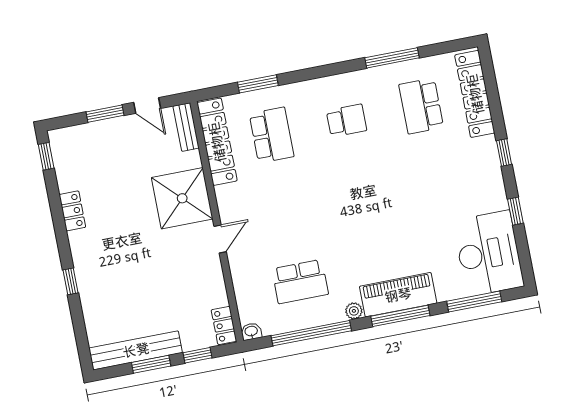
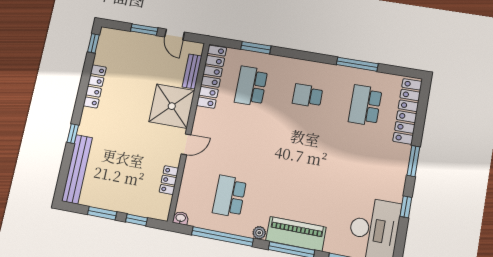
school desk: (346, 121) -> (308, 96), turned 180
bench: (186, 127) -> (192, 71), moved
school desk: (272, 135) -> (251, 86), turned 180
window: (504, 152) -> (413, 161), width x1.50
locker: (72, 211) -> (95, 86), width x1.53
school desk: (300, 282) -> (229, 196), turned 90
locker: (224, 325) -> (169, 180), moved
bench: (136, 350) -> (77, 169), moved, turned 90

